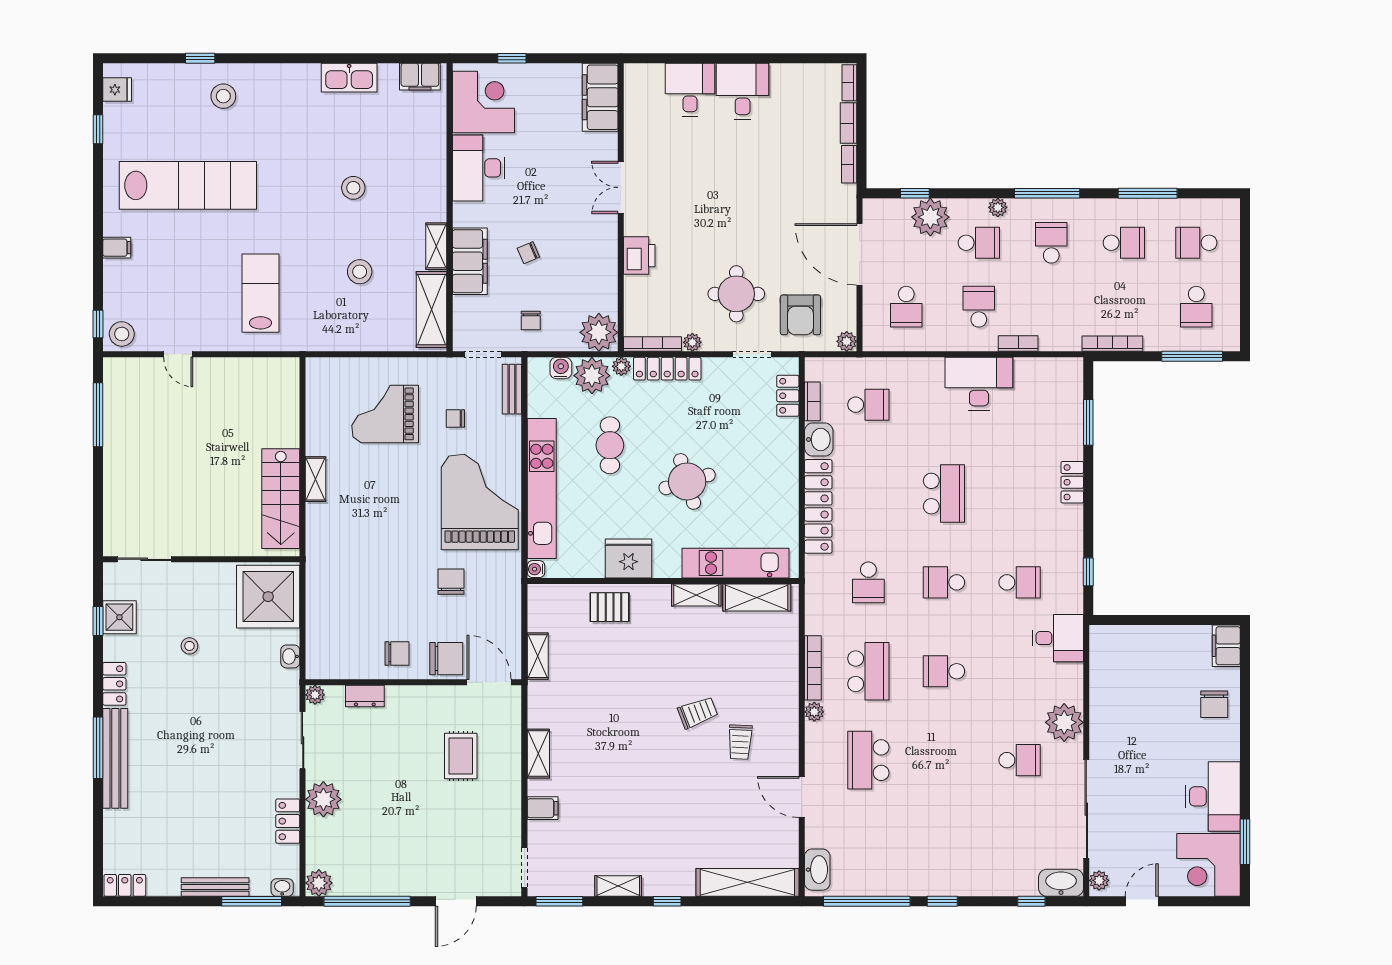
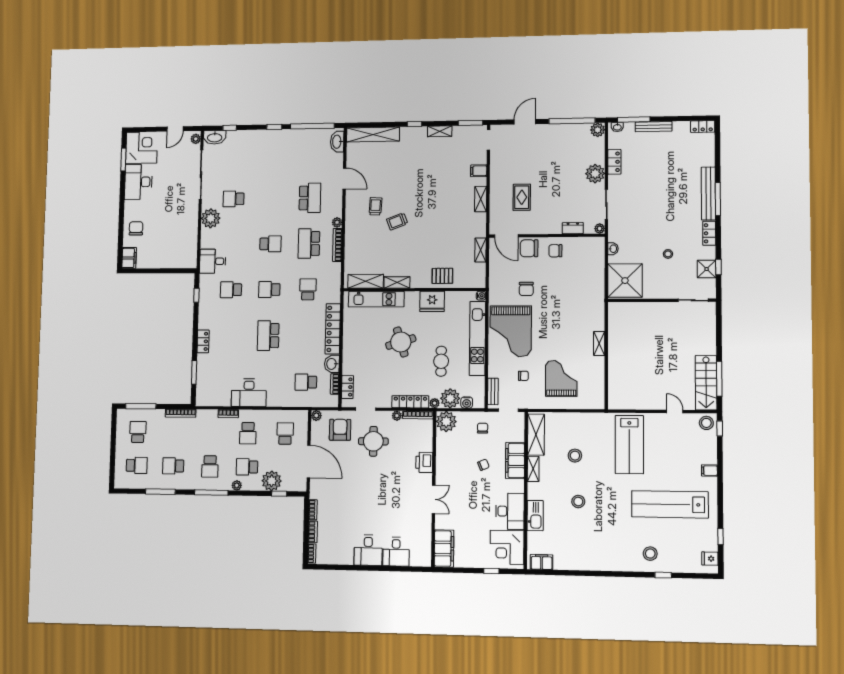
kitchen sink: (349, 78) -> (535, 516), moved, turned 90
lab bench: (260, 293) -> (629, 445), width x1.36, depth x1.39
grand piano: (385, 414) -> (561, 378), turned -90
stairs: (281, 499) -> (706, 383), moved, turned 180
school desk: (944, 582) -> (269, 290), turned 180

